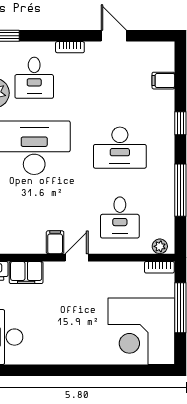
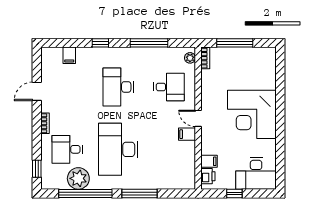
desk: (34, 78) -> (67, 149), turned 180
desk: (120, 148) -> (118, 87), turned 180
filing cabinet: (26, 273) -> (209, 161), width x0.50
corner desk: (141, 331) -> (252, 114), moved, turned 90

